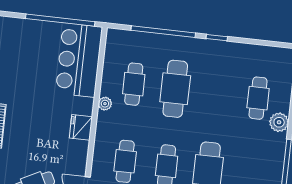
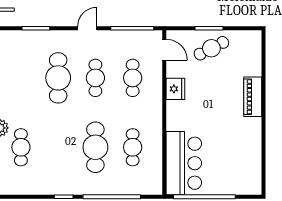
plant: (105, 104) -> (156, 127), removed
fridge: (81, 127) -> (175, 89), moved

